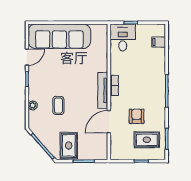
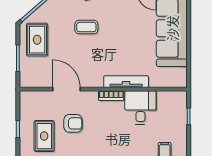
desk: (123, 37) -> (140, 107), moved, turned -90
tv unit: (103, 90) -> (126, 82), moved
rug: (69, 145) -> (37, 40), turned 90

